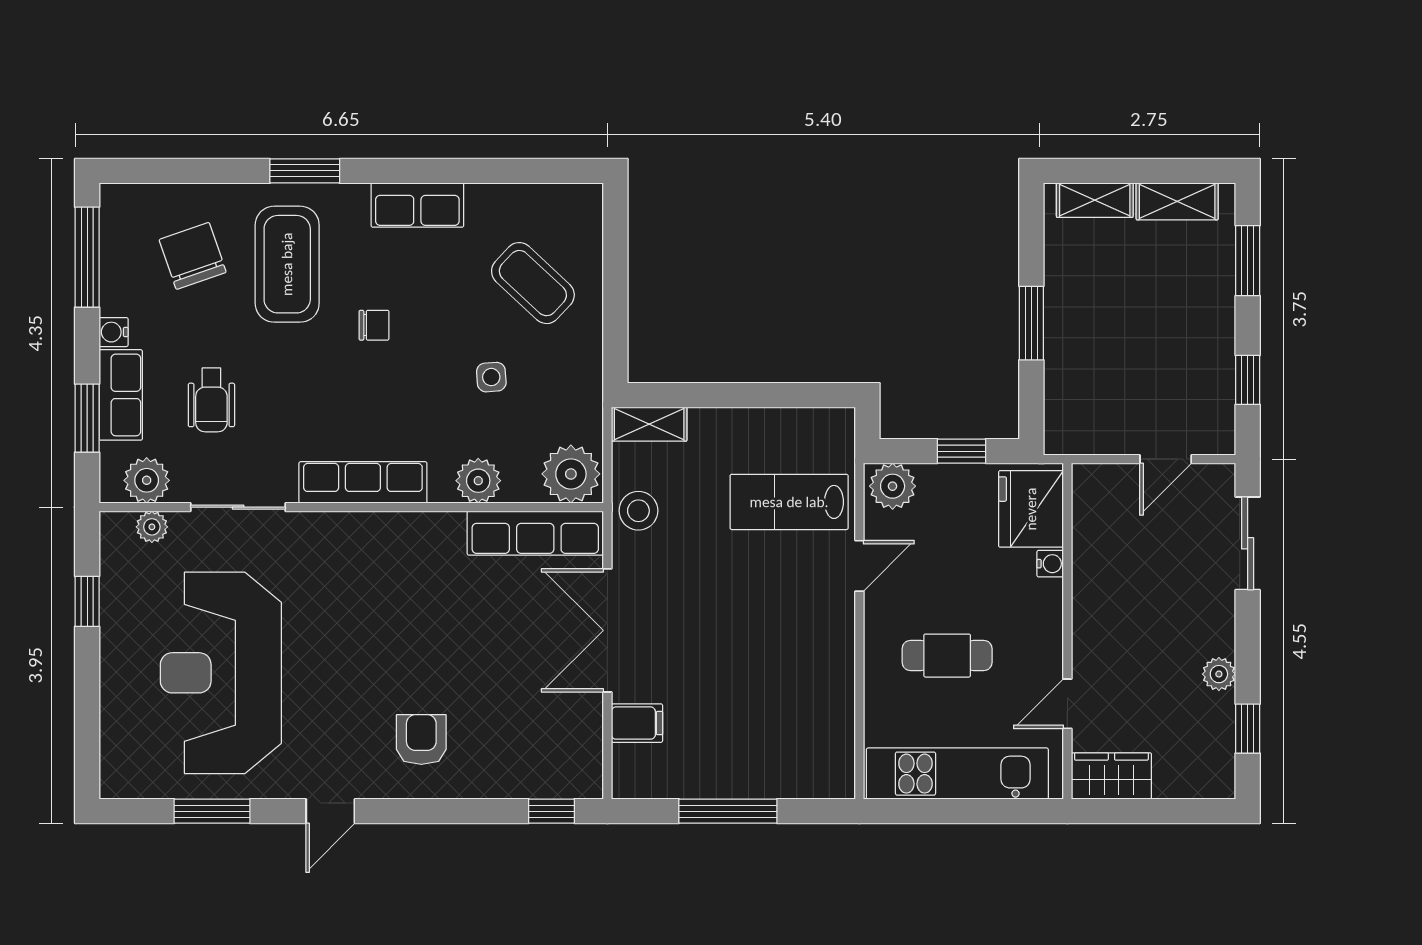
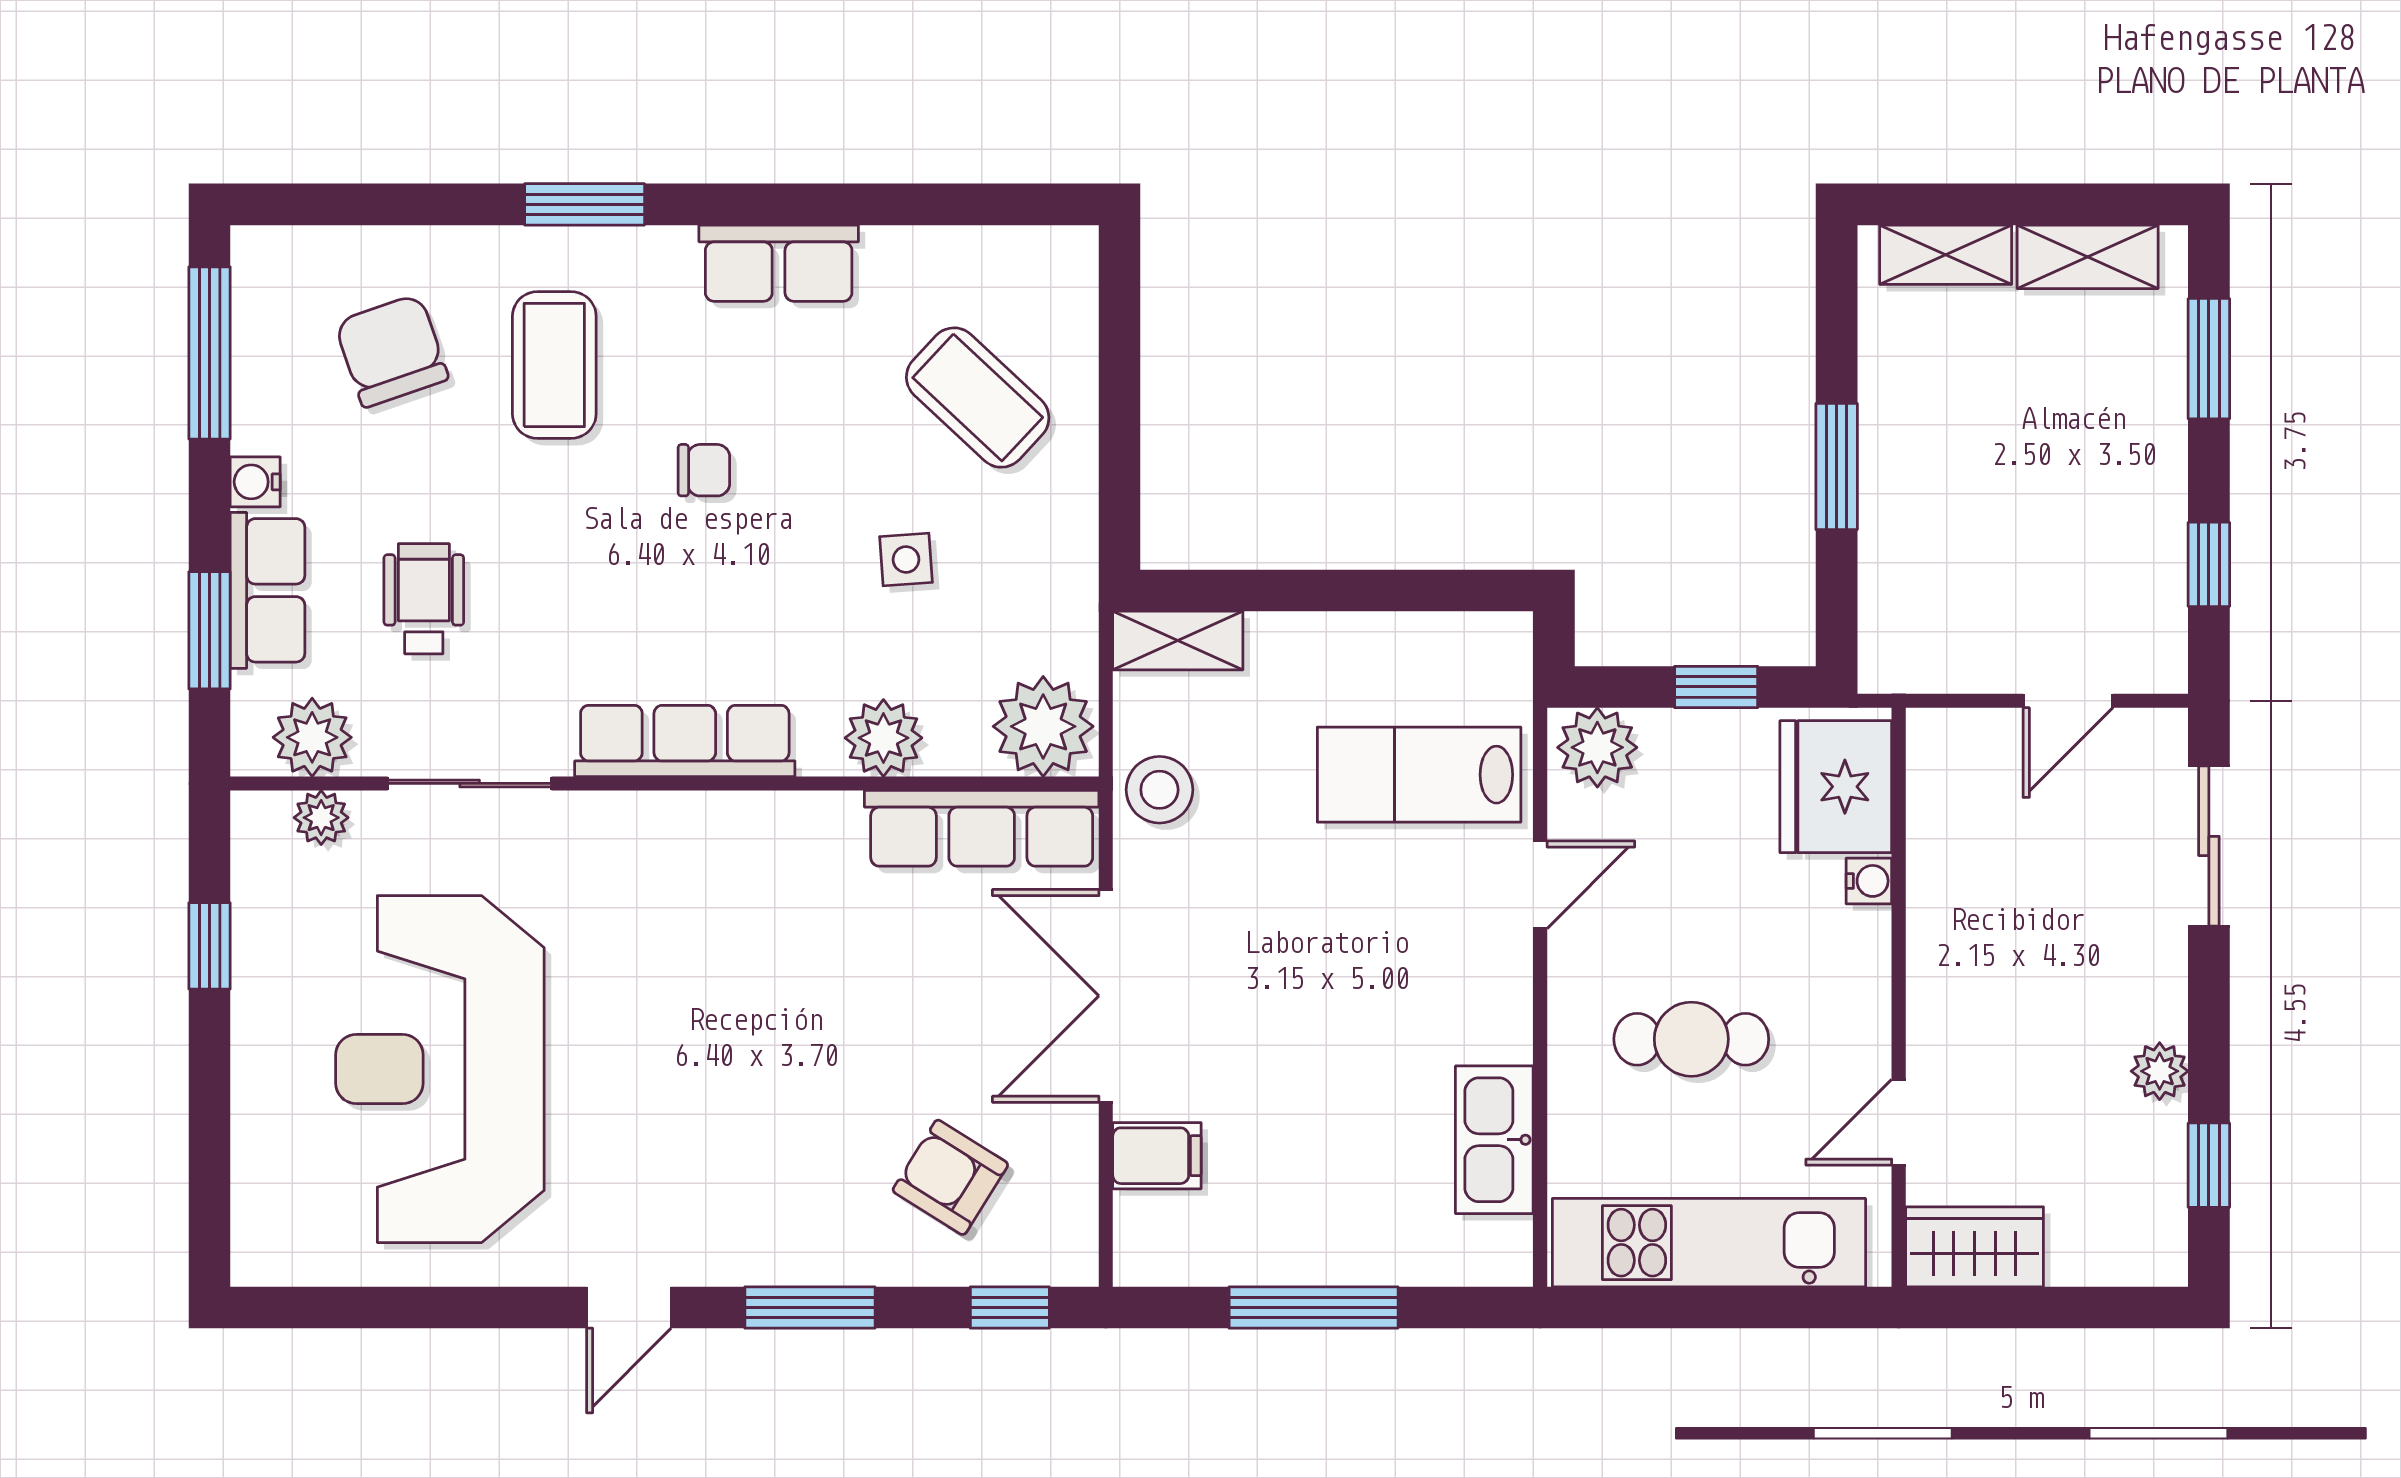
coffee table: (287, 264) -> (554, 365), width x0.73, depth x0.76
wheelchair: (211, 400) -> (424, 599), turned 180
kitchen sink: (833, 714) -> (1494, 1140), added
armchair: (421, 739) -> (950, 1177), moved, turned -58
window: (212, 811) -> (810, 1307), moved

